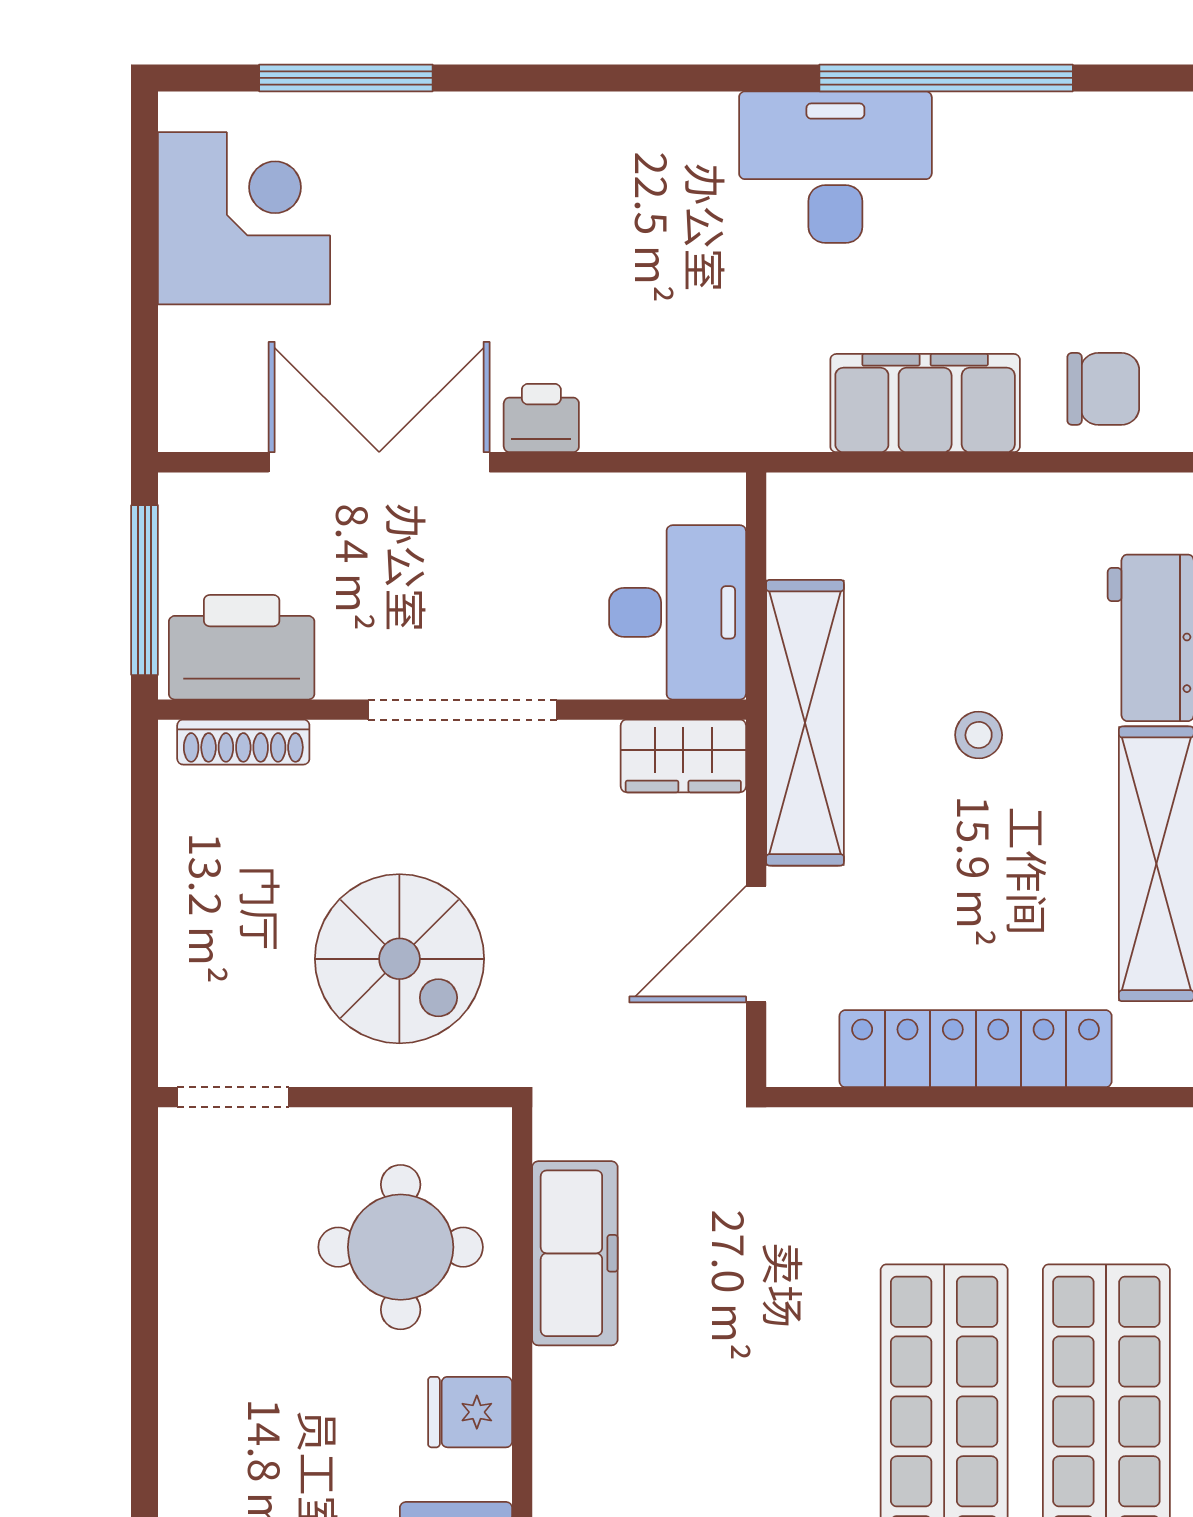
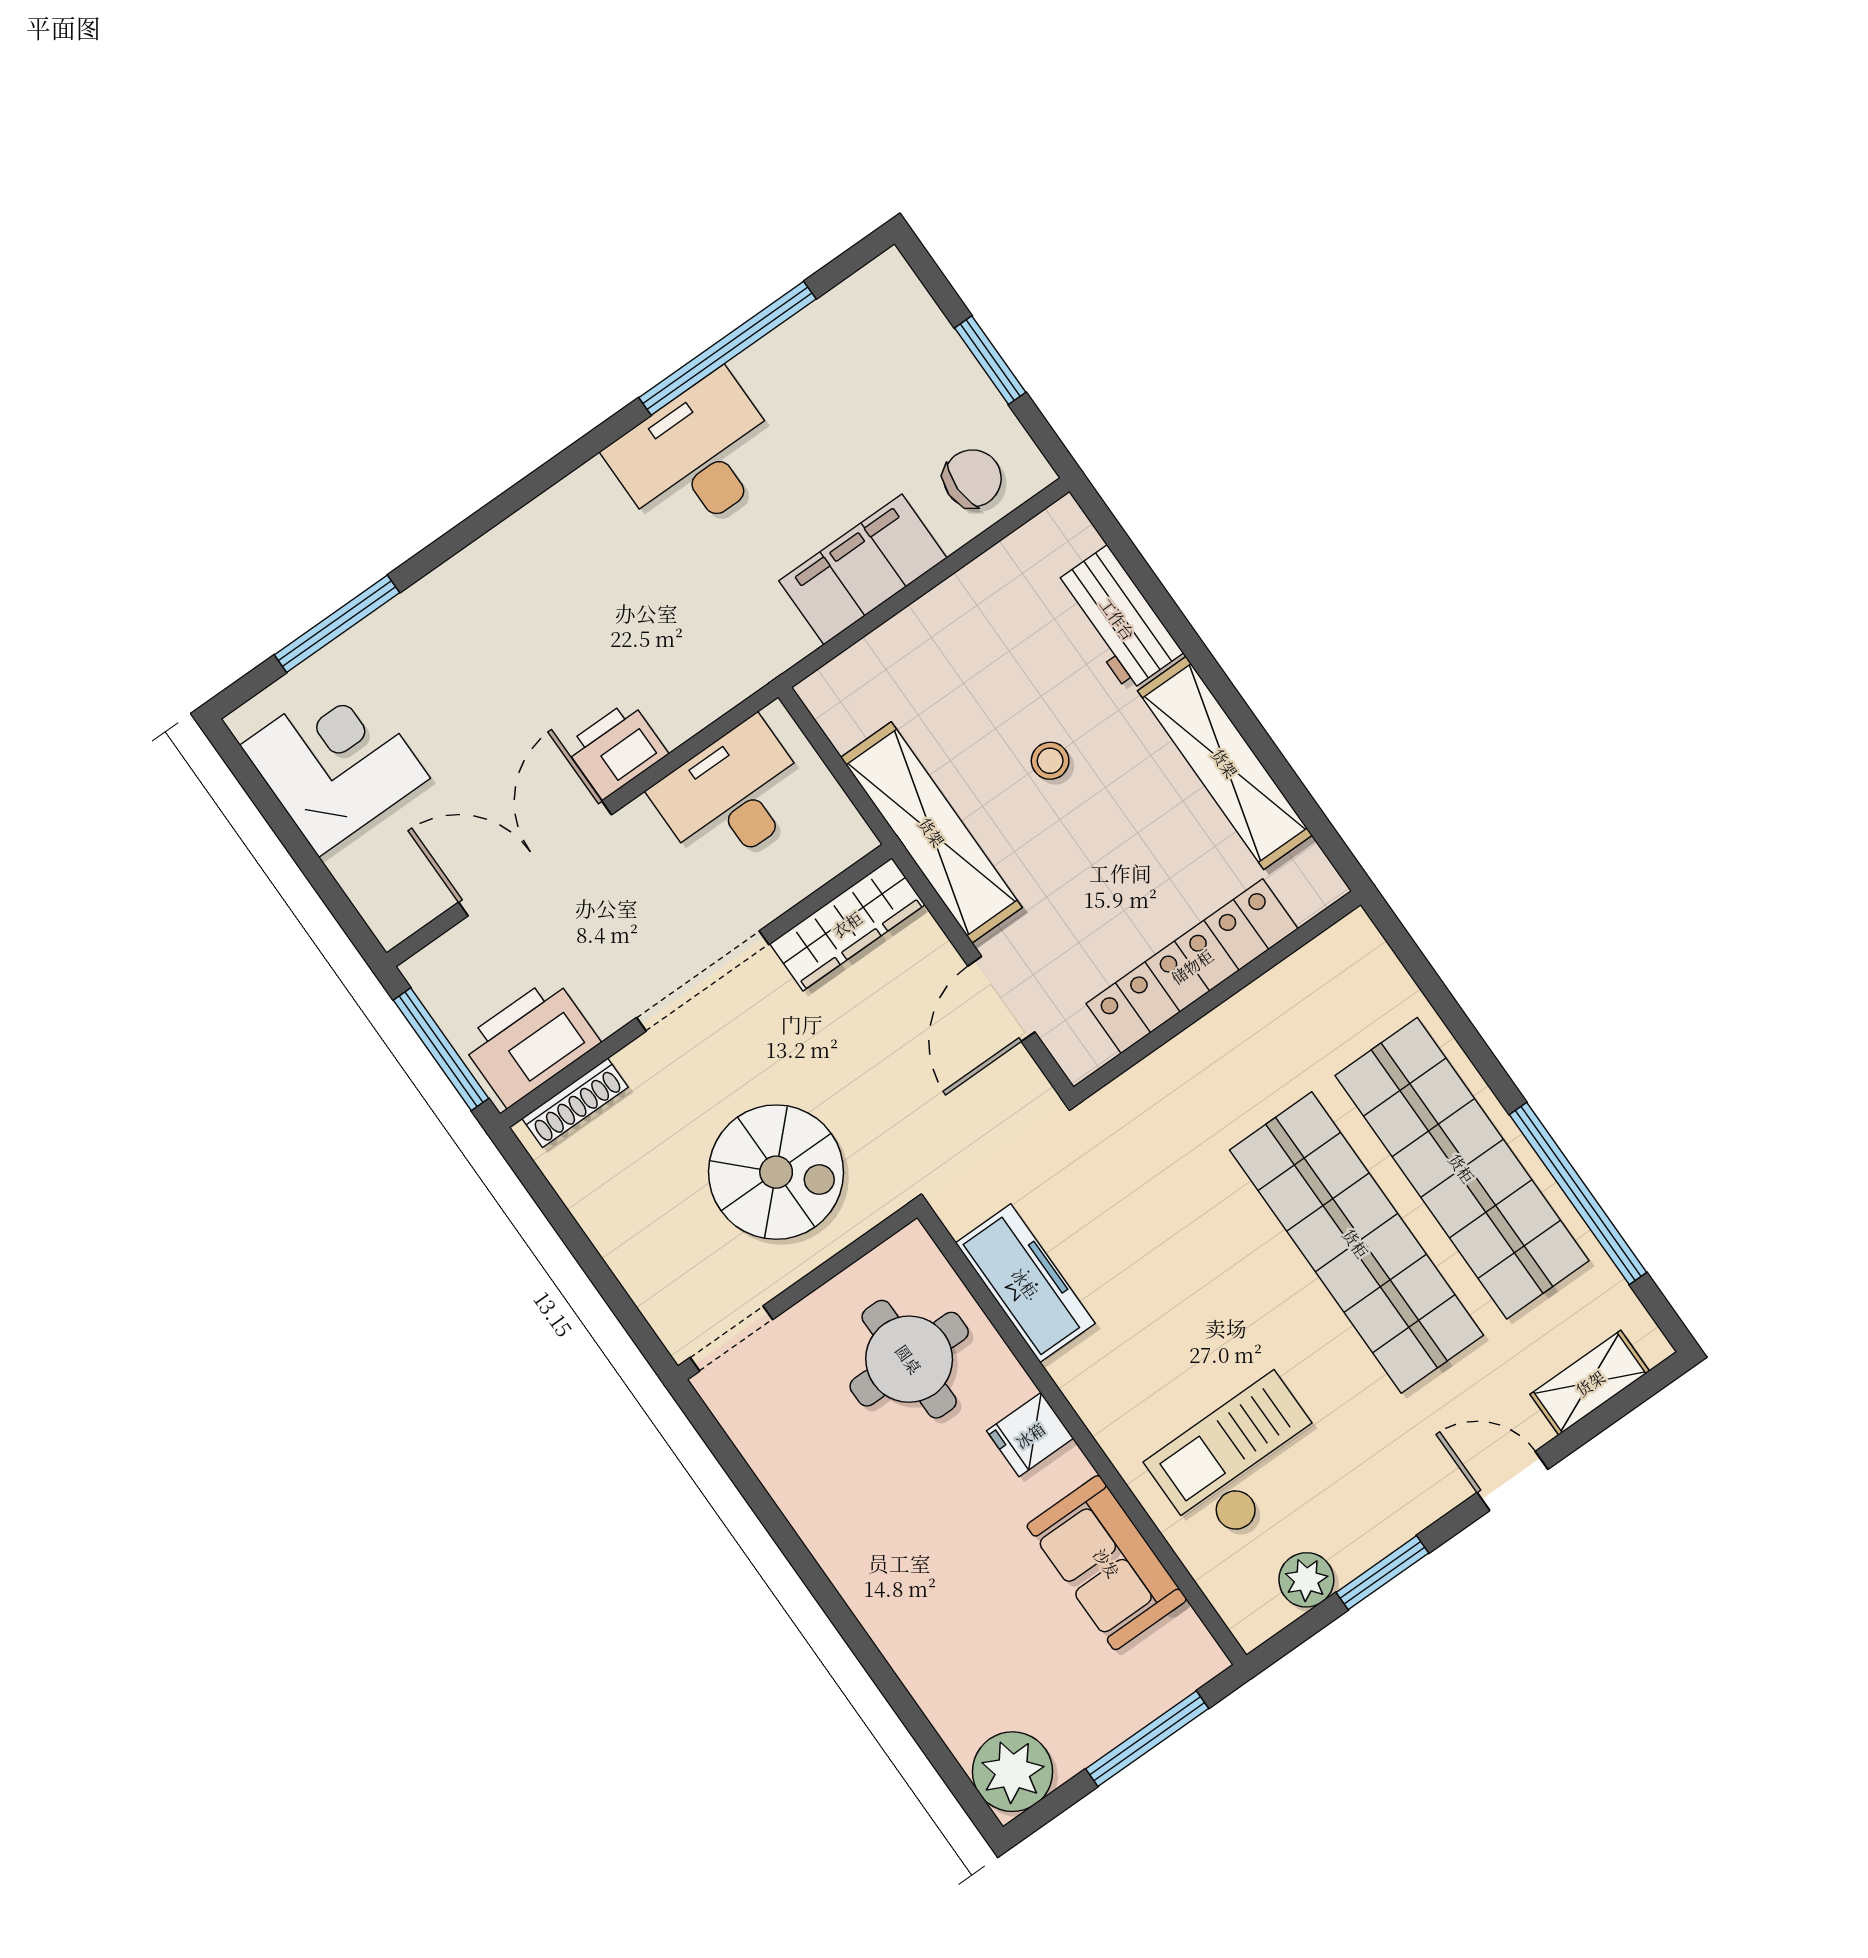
printer: (541, 418) -> (616, 750), width x1.36, depth x1.24
desk: (678, 612) -> (732, 796), moved, turned -90
wardrobe: (683, 756) -> (847, 924), width x1.50

